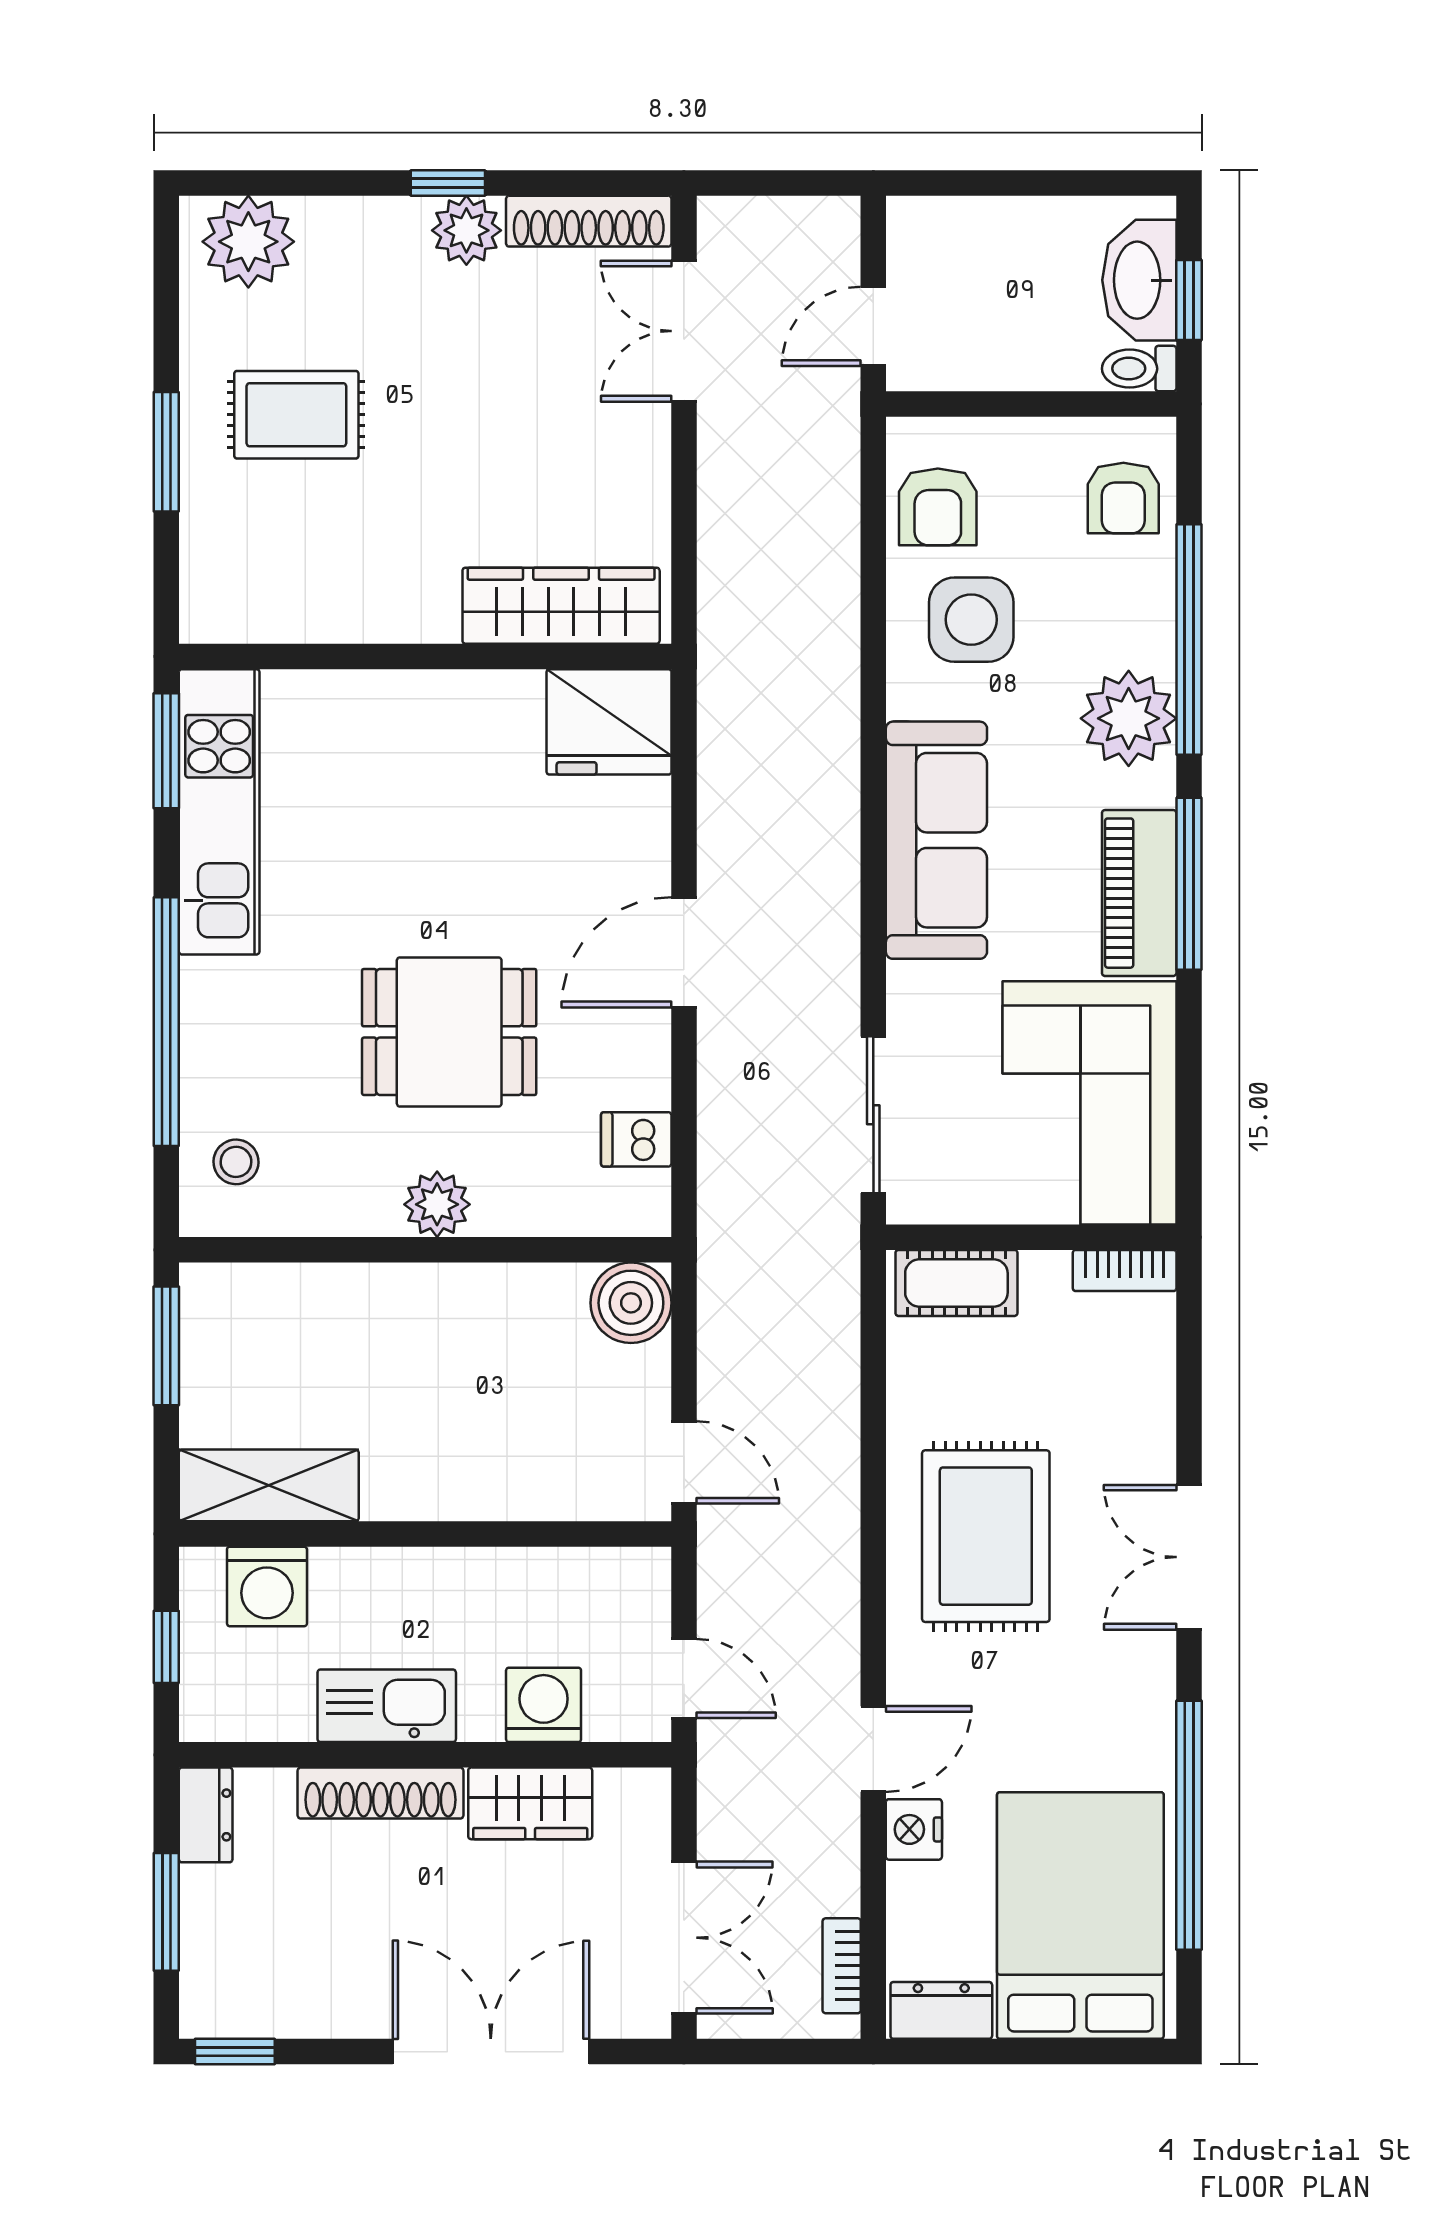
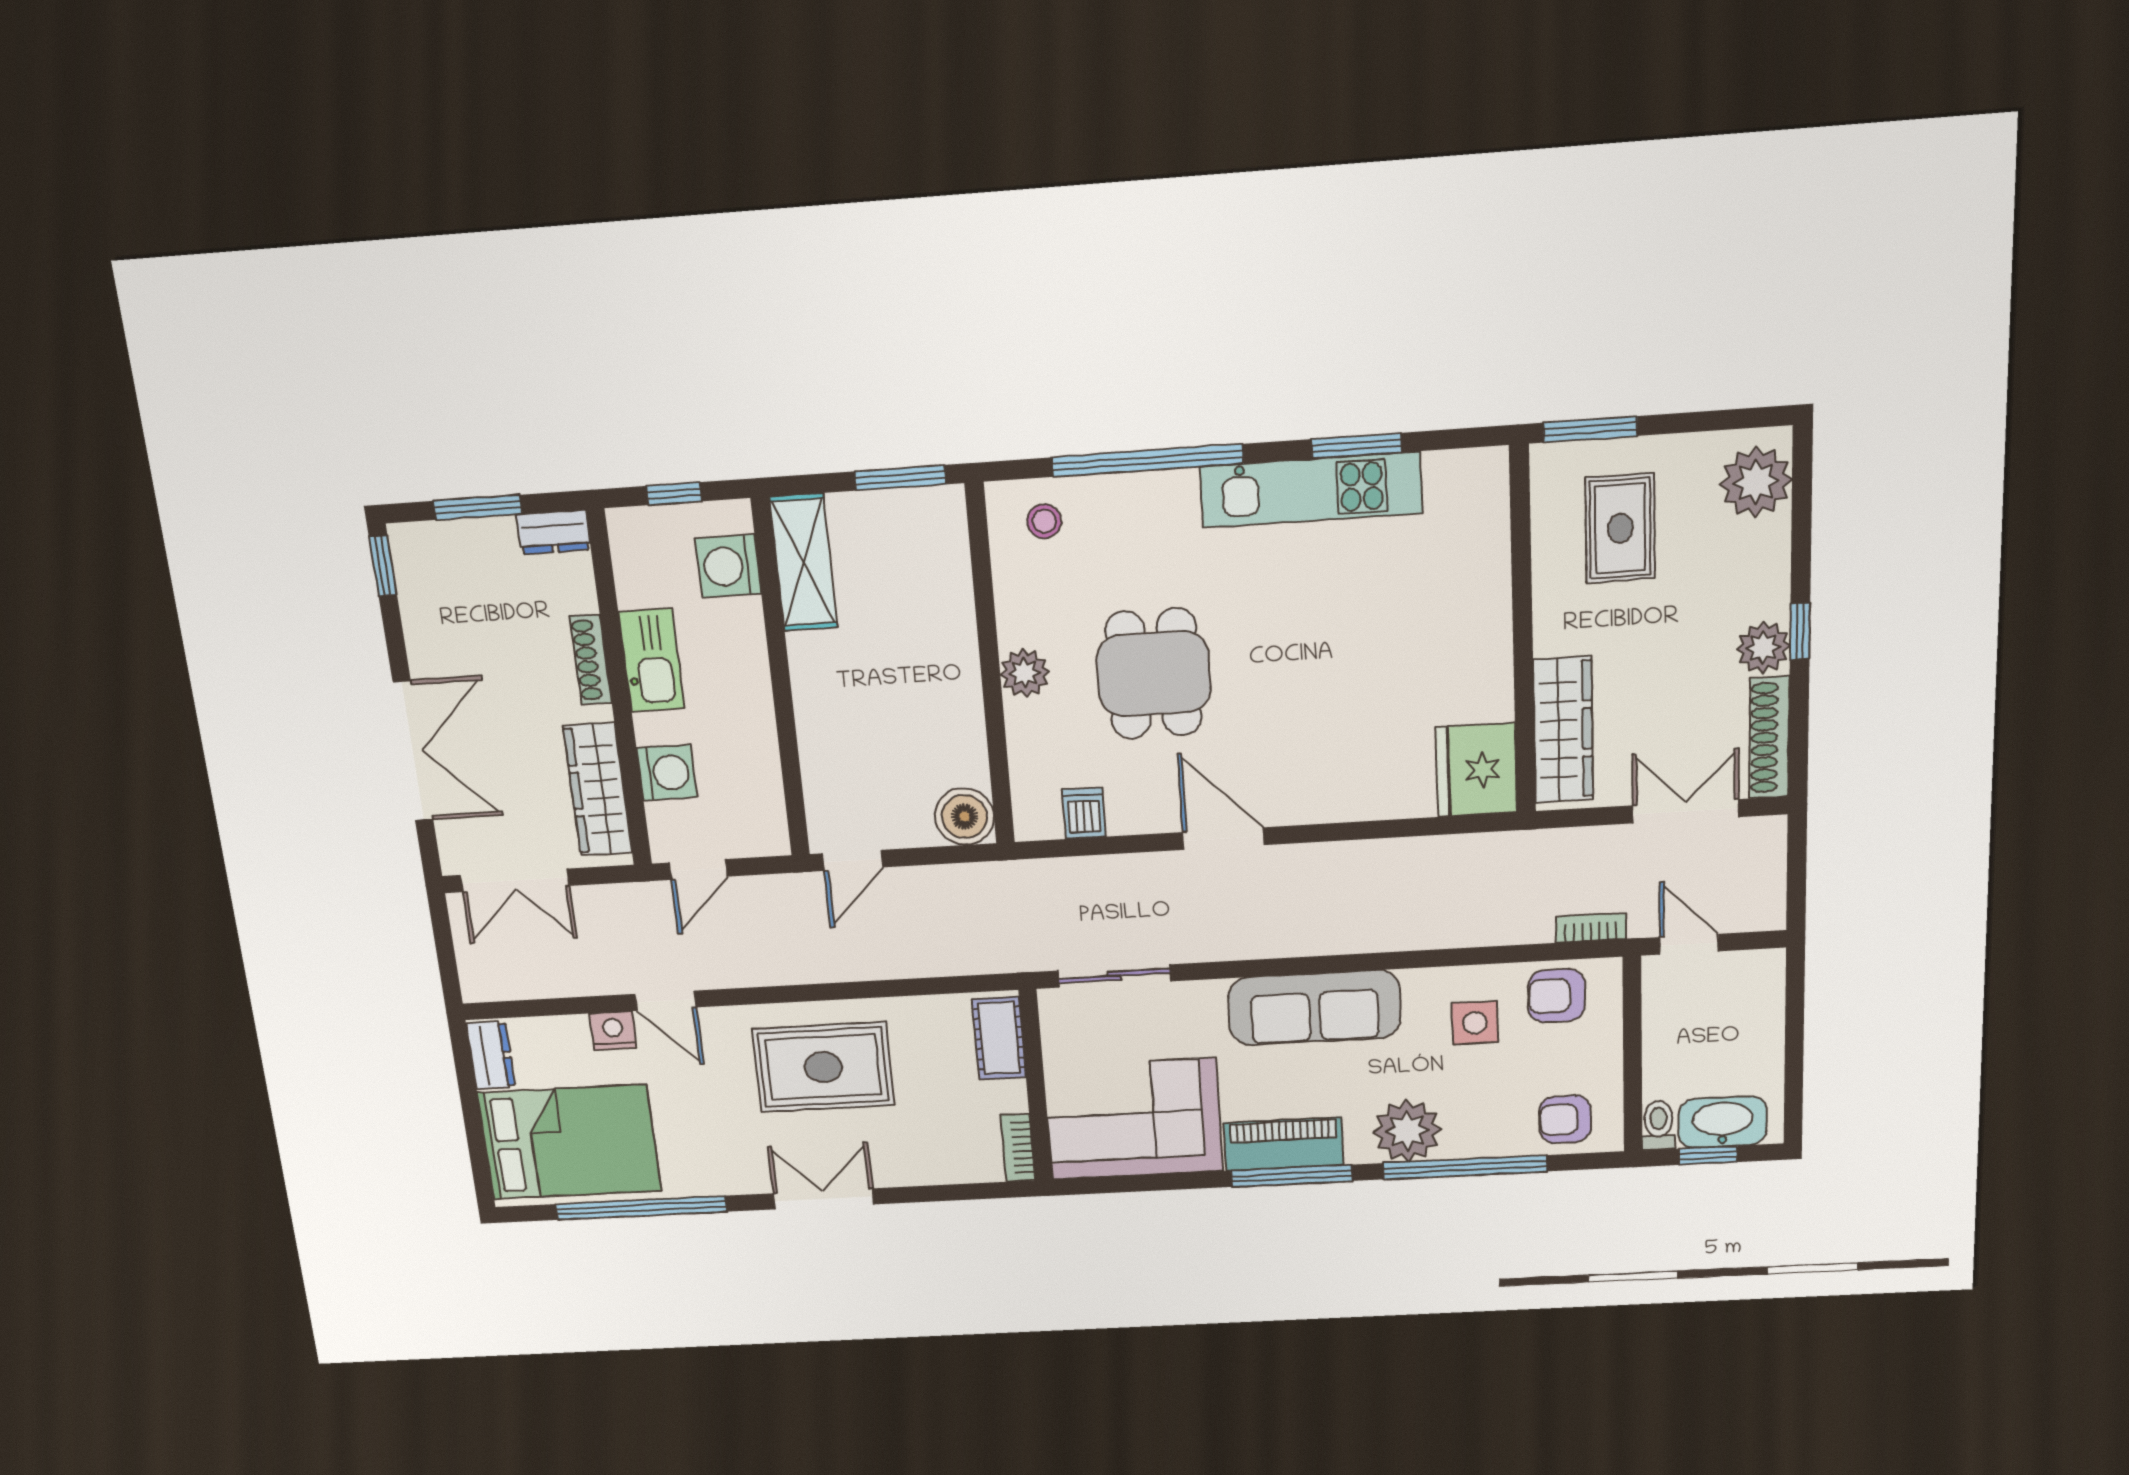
wardrobe: (561, 606) -> (1563, 730), moved
side table: (971, 620) -> (1475, 1023), width x0.73, depth x0.73
wall: (425, 656) -> (1523, 632), moved
fridge: (609, 722) -> (1476, 770), moved
shoe rack: (380, 1793) -> (591, 660), width x0.74, depth x0.81
wardrobe: (530, 1803) -> (598, 789), width x1.50
bookcase: (842, 1966) -> (1591, 928), moved

